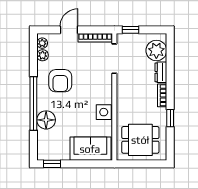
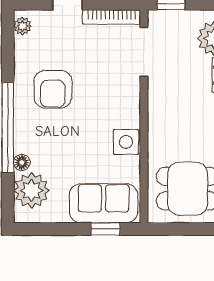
plant: (43, 55) -> (31, 190), moved, width x1.87, depth x1.87
floor lamp: (46, 120) -> (22, 162), width x0.53, depth x0.53
window: (52, 164) -> (106, 229), moved

